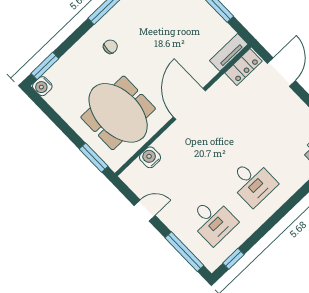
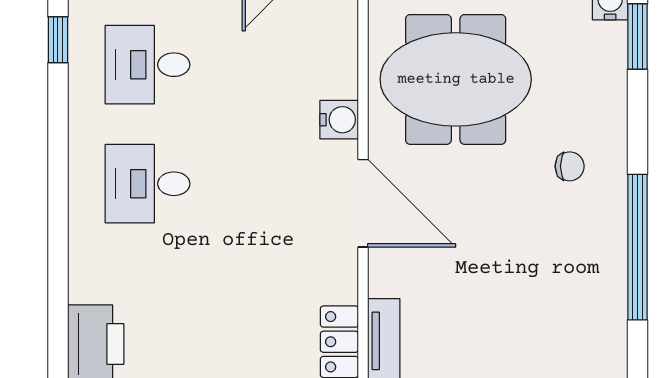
chair: (110, 47) -> (570, 166), turned -90
water cooler: (150, 157) -> (339, 120), moved

